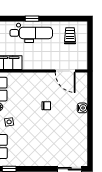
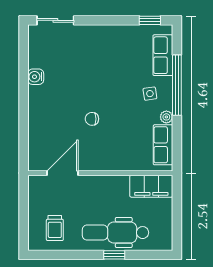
door: (65, 71) -> (62, 173), hinge flipped
water cooler: (82, 108) -> (36, 77), moved

